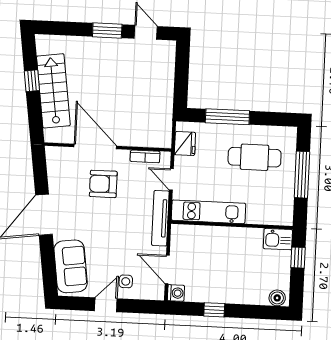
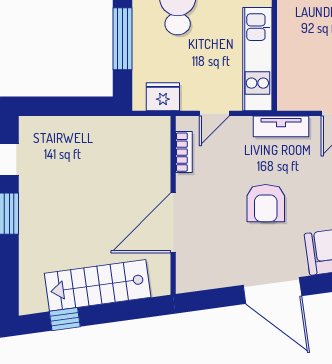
window: (32, 81) -> (65, 319), moved
armchair: (103, 184) -> (266, 203), moved
tv unit: (160, 218) -> (281, 126), width x0.71

